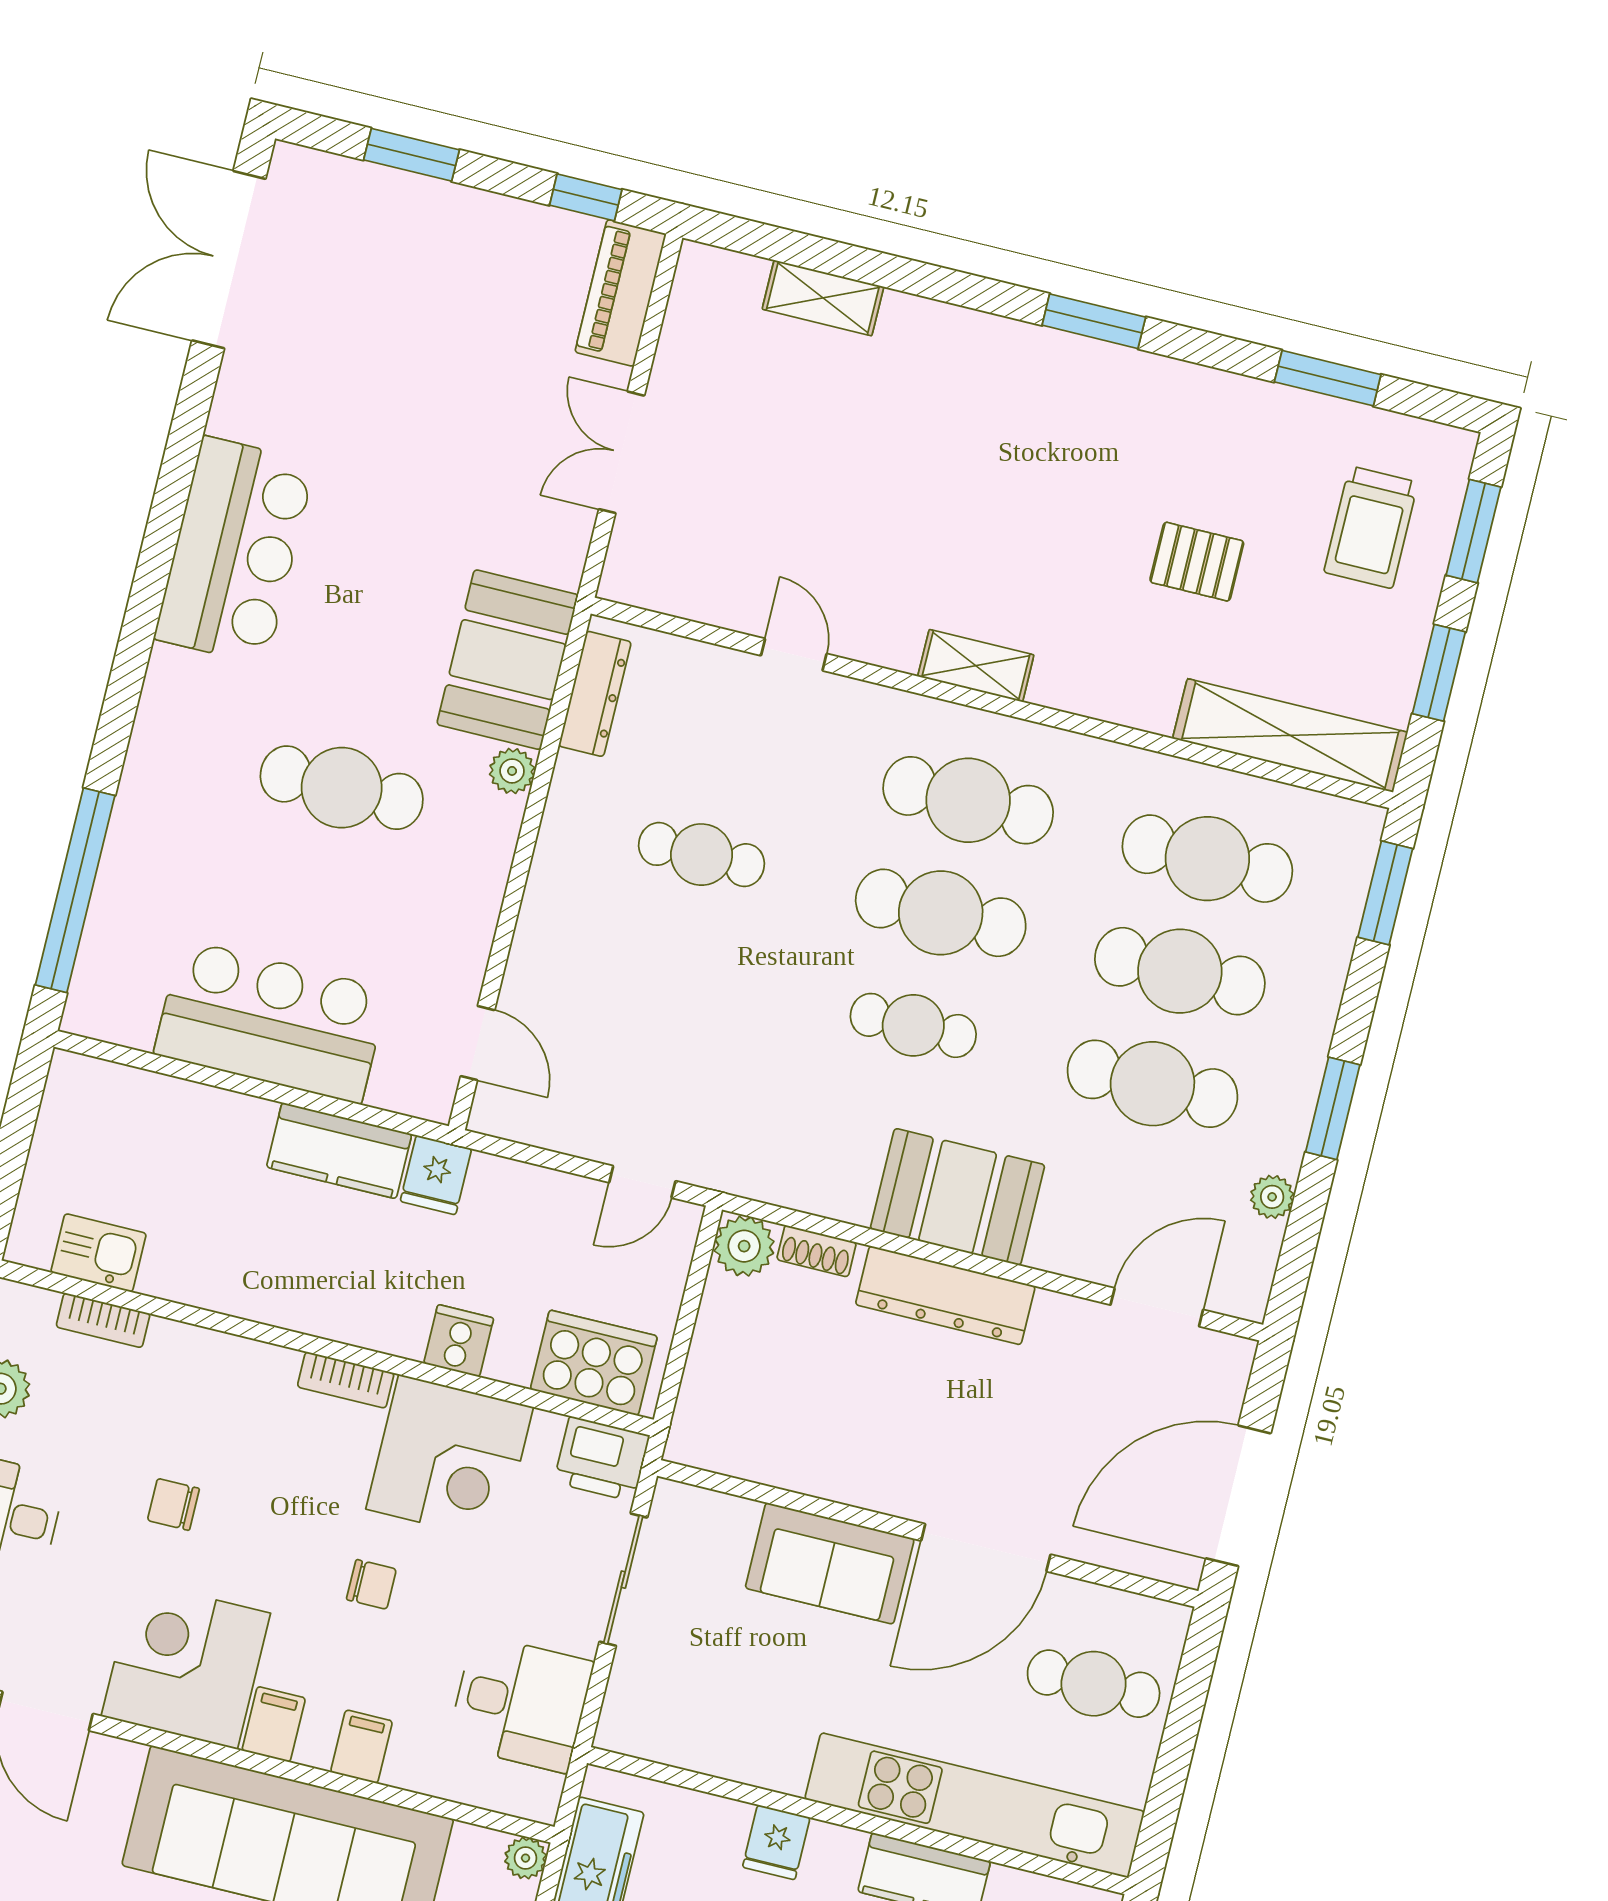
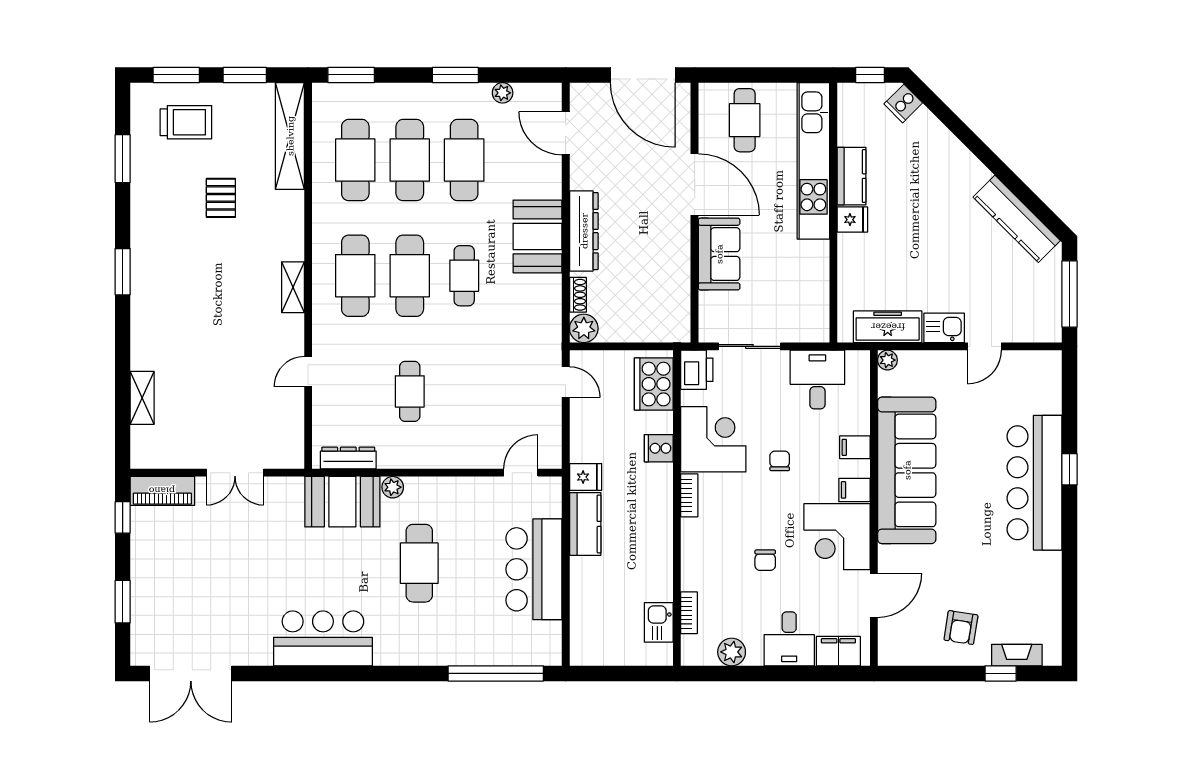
fridge: (776, 1842) -> (852, 220), moved

